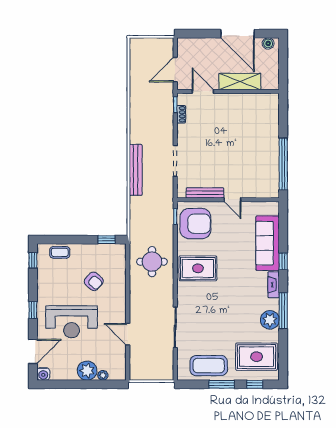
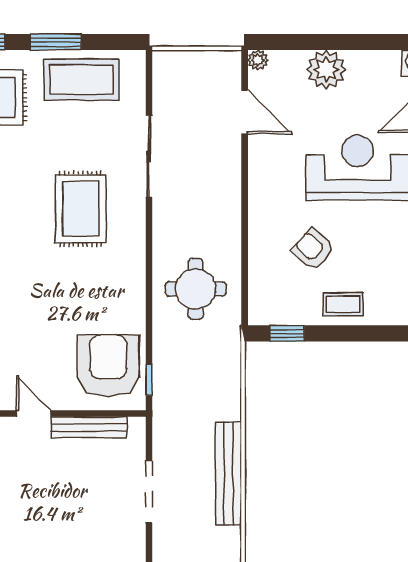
armchair: (195, 224) -> (108, 366), turned 90
coffee table: (60, 252) -> (343, 304), moved
rug: (198, 268) -> (81, 209), moved, turned 90
door: (128, 334) -> (245, 112), moved
plant: (103, 375) -> (258, 60), moved

